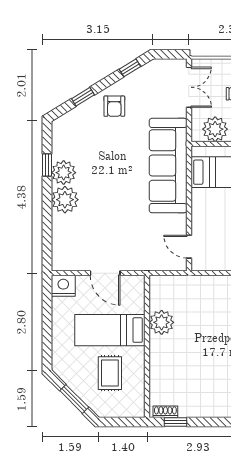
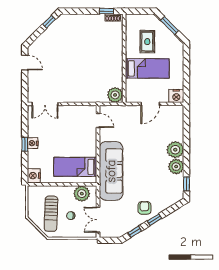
window: (83, 97) -> (154, 220), moved
window: (47, 165) -> (186, 184), moved
door: (105, 273) -> (150, 104), swing flipped
plant: (162, 322) -> (115, 95), moved

